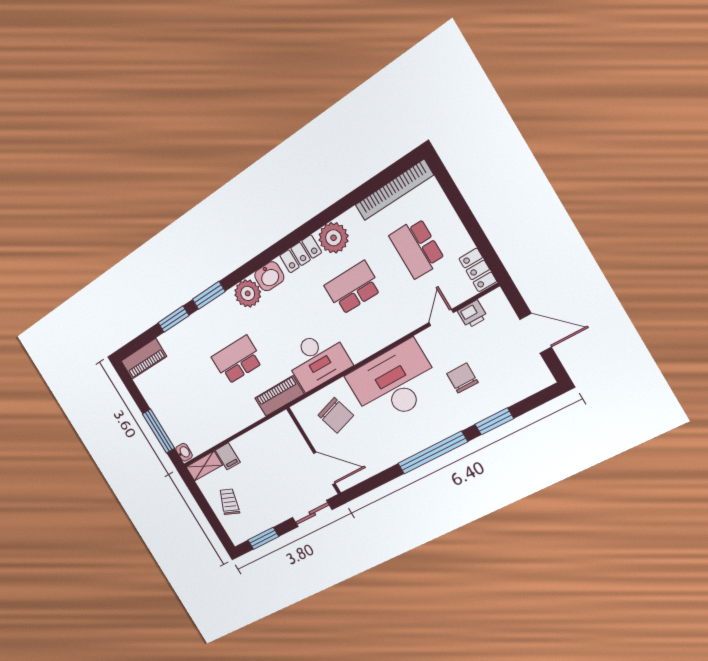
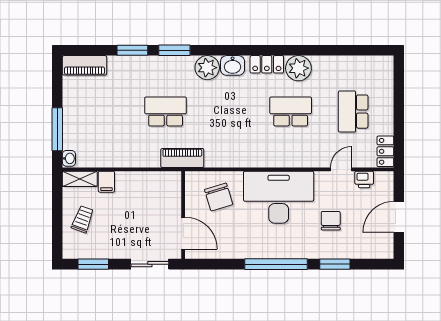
bookcase: (394, 190) -> (361, 63), removed
door: (536, 333) -> (399, 217), swing flipped
desk: (317, 360) -> (231, 147), removed

